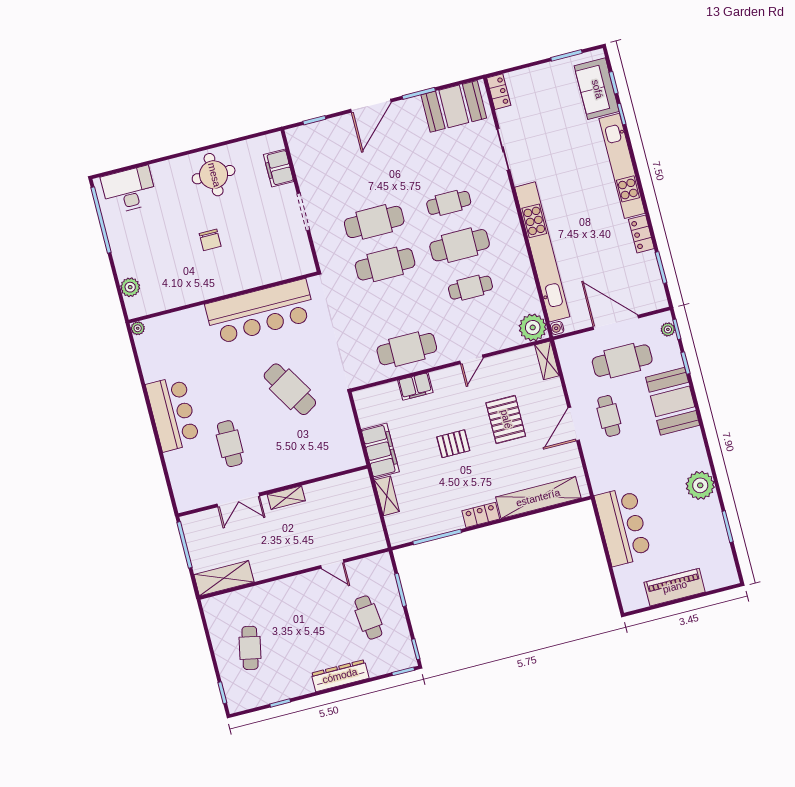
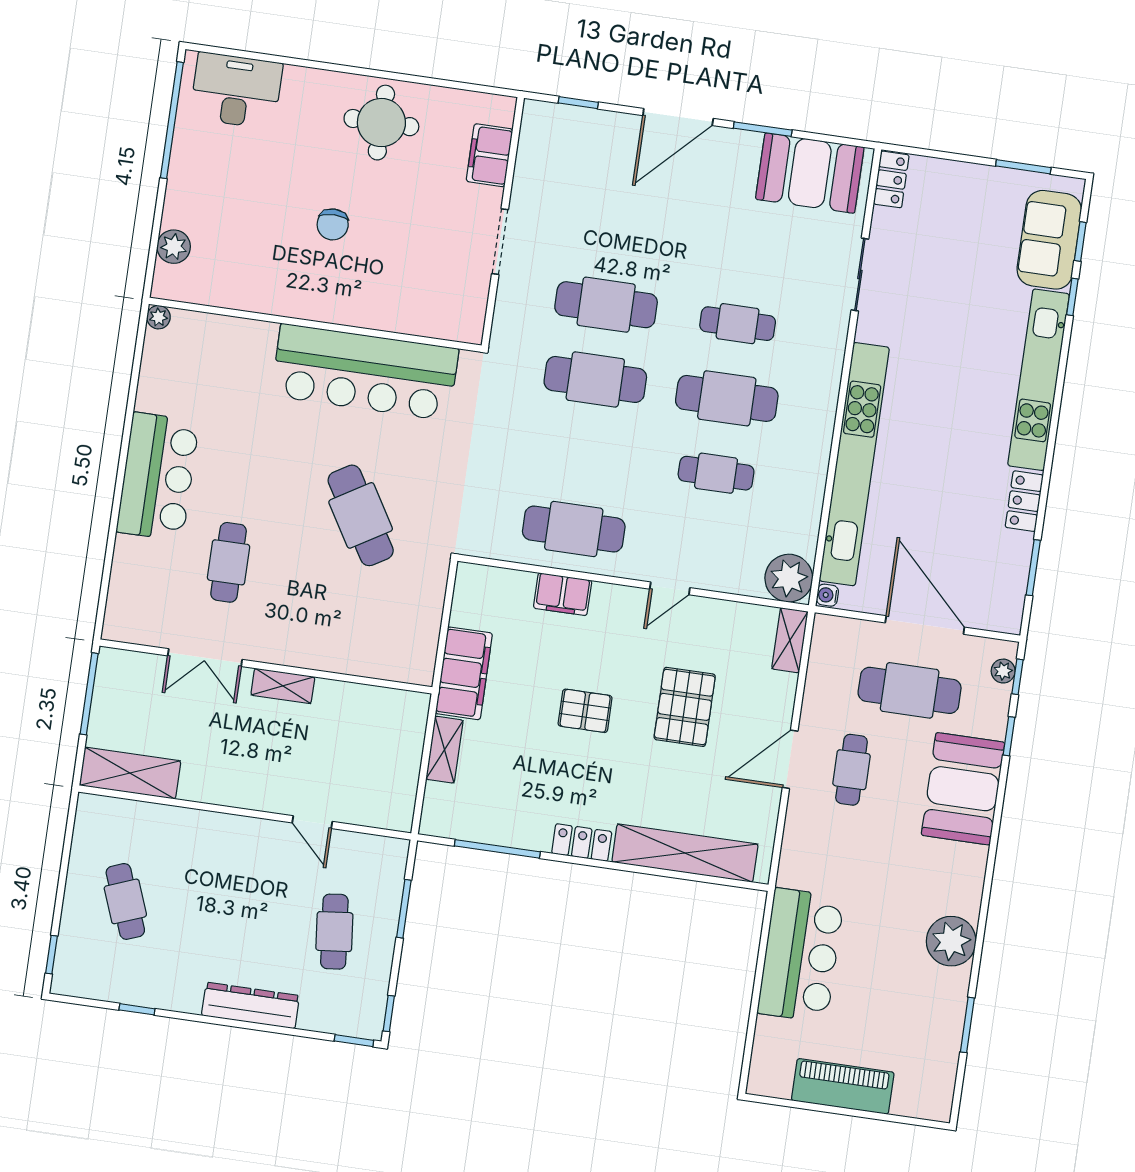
cafe table: (250, 648) -> (125, 901), turned -33

